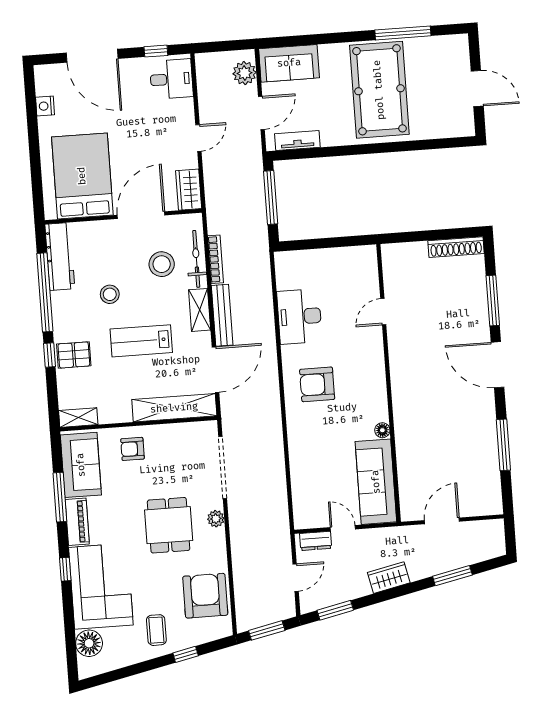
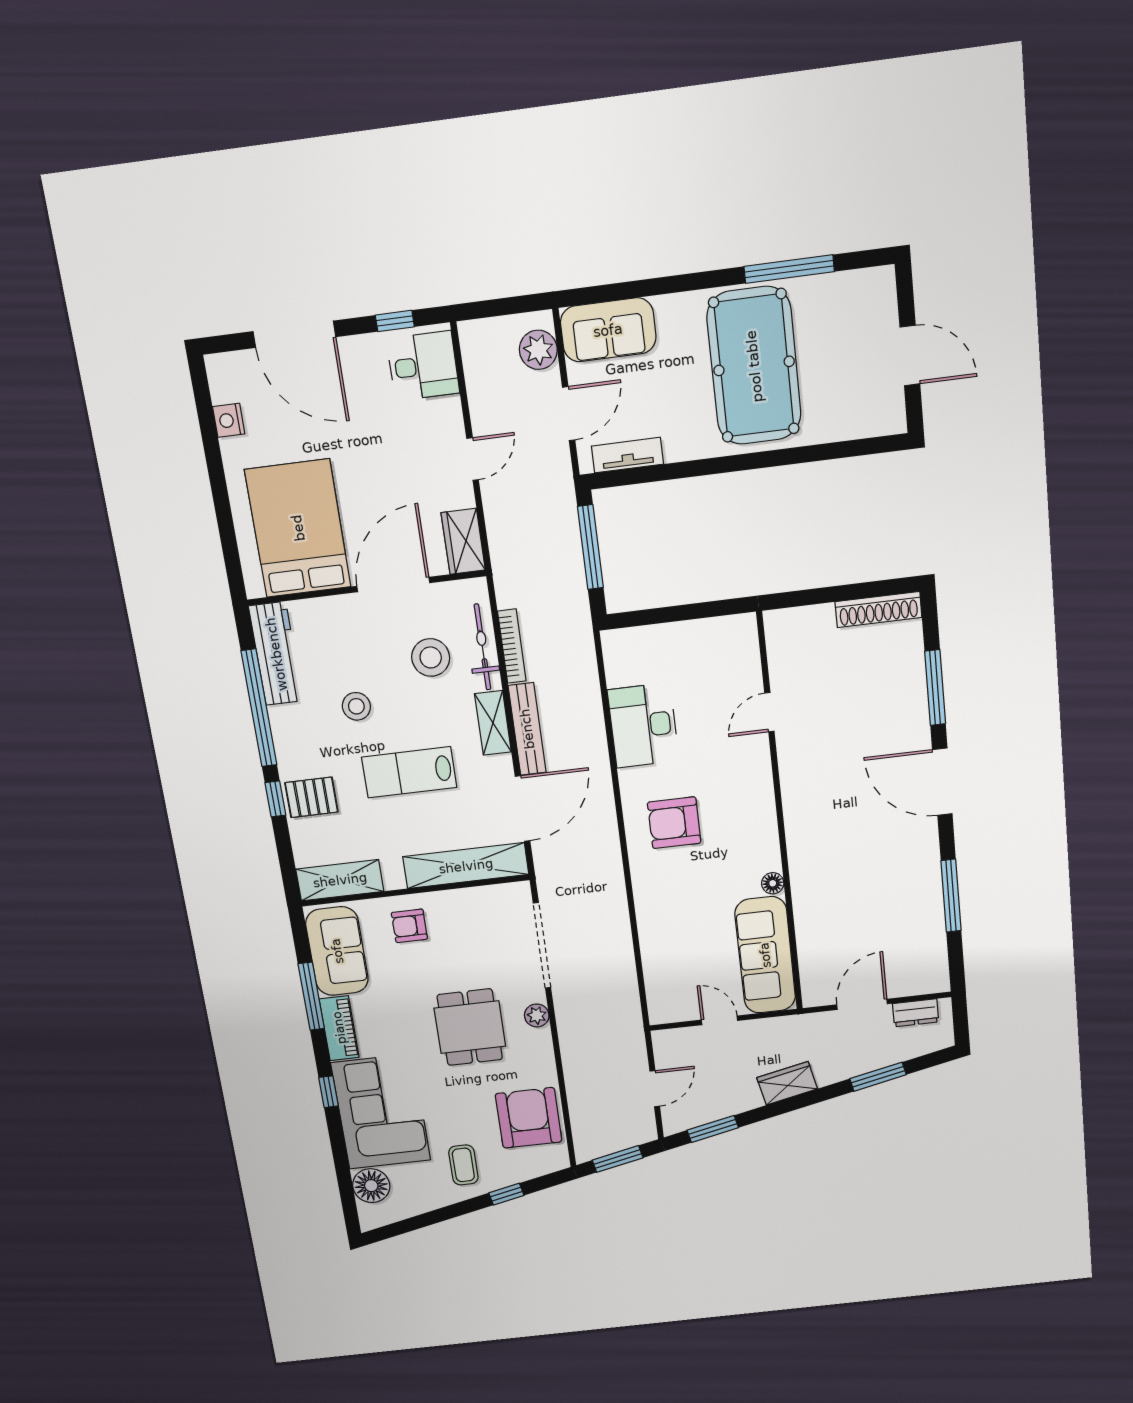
shelving: (78, 418) -> (340, 880), width x1.50, depth x1.33
dresser: (316, 541) -> (916, 1013), moved

